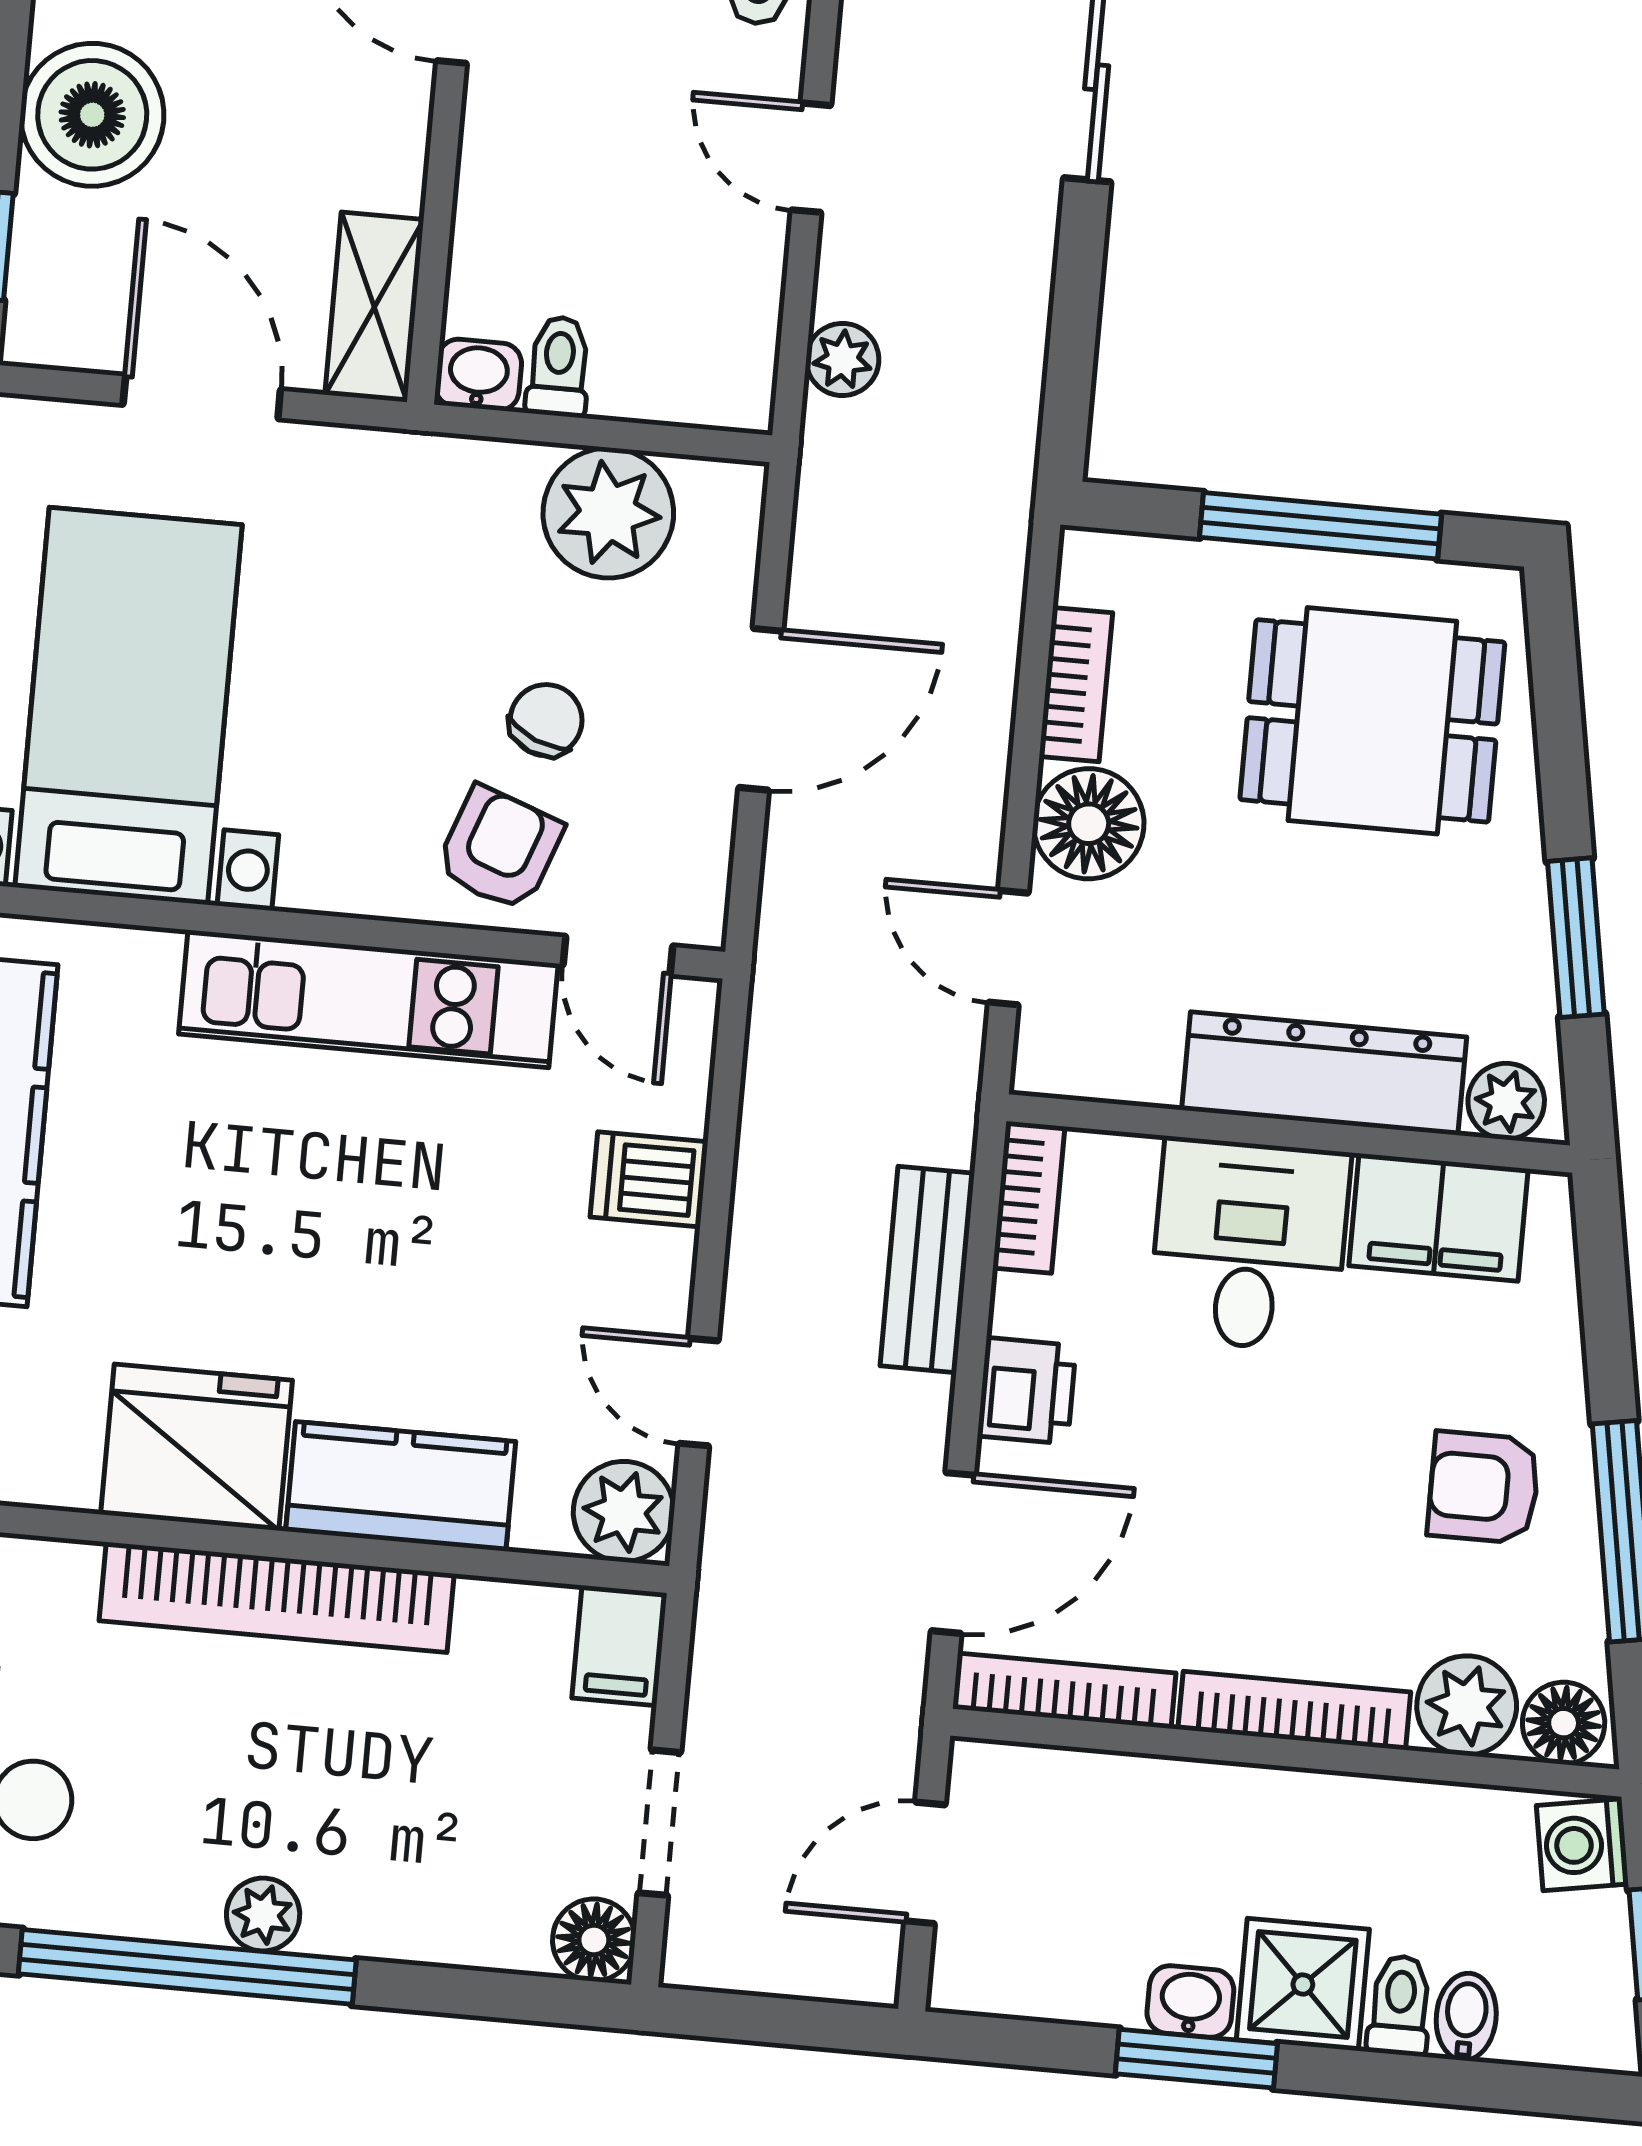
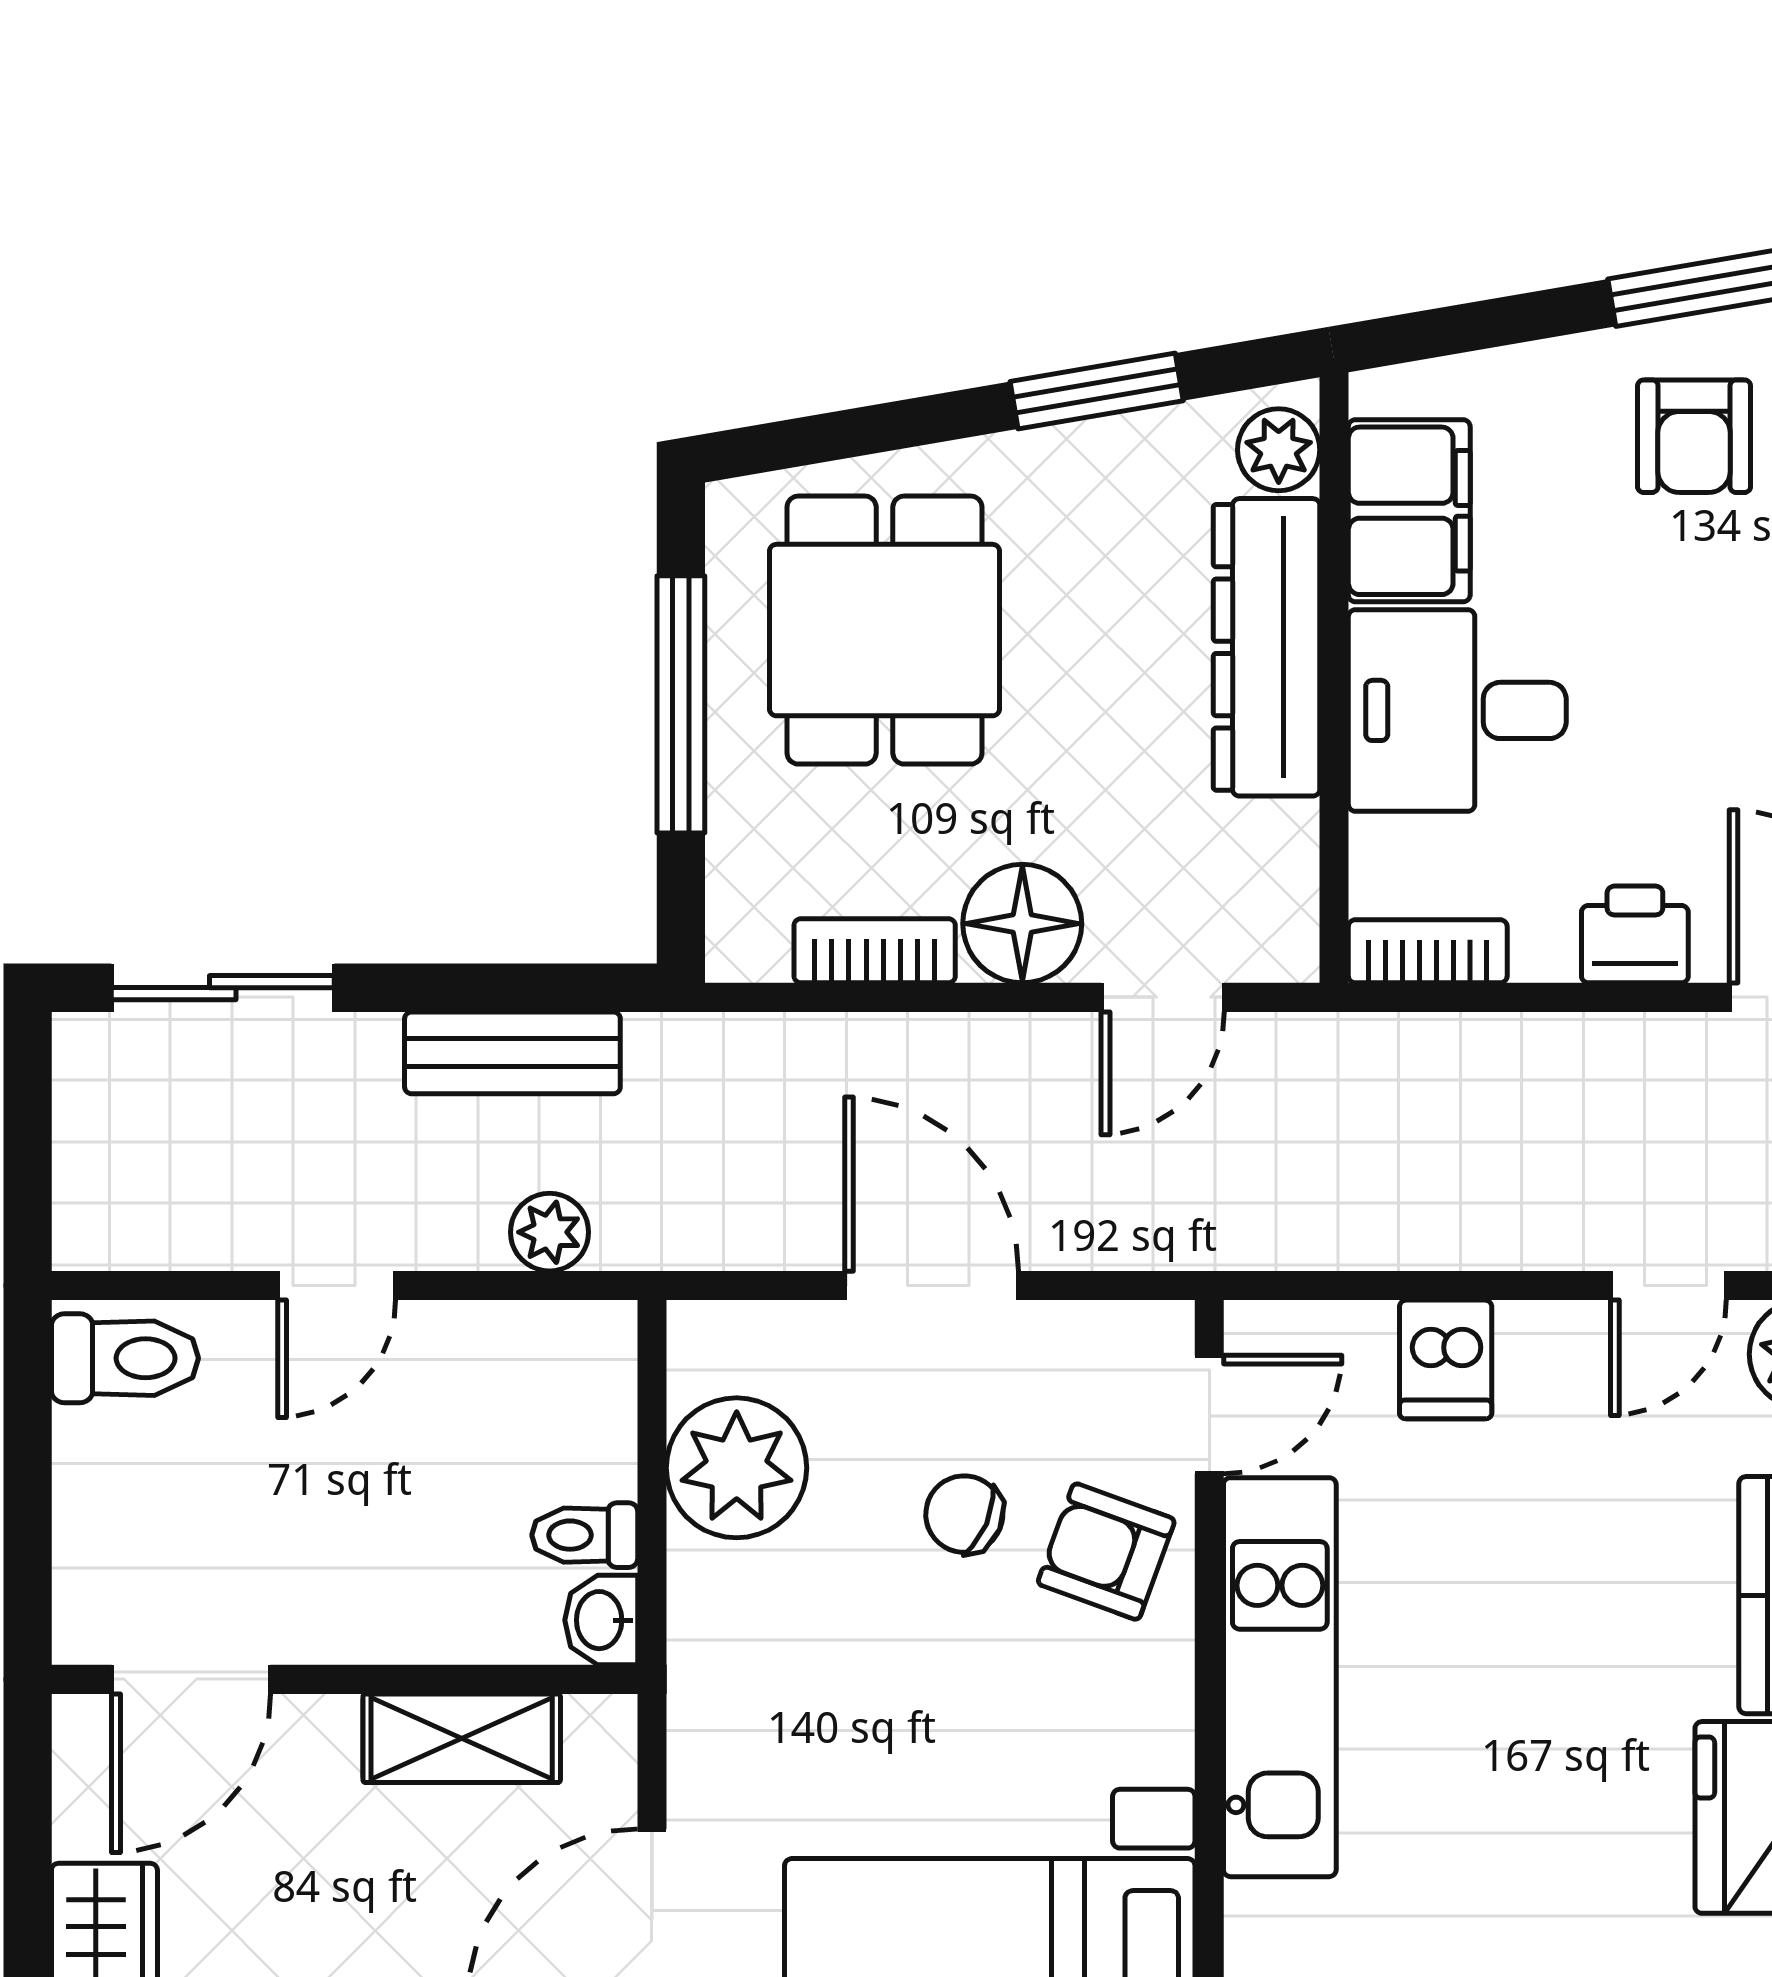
shelving: (374, 307) -> (462, 1738), moved
bench: (927, 1269) -> (512, 1053), moved

